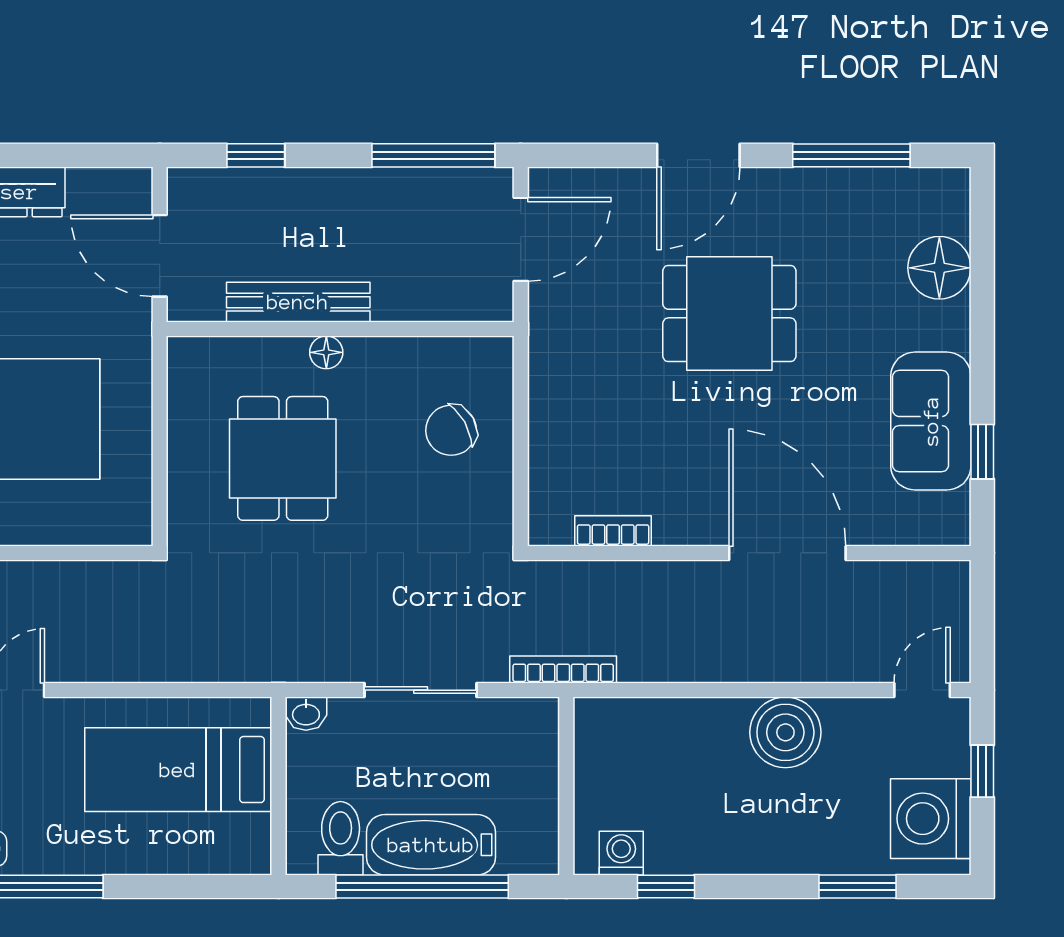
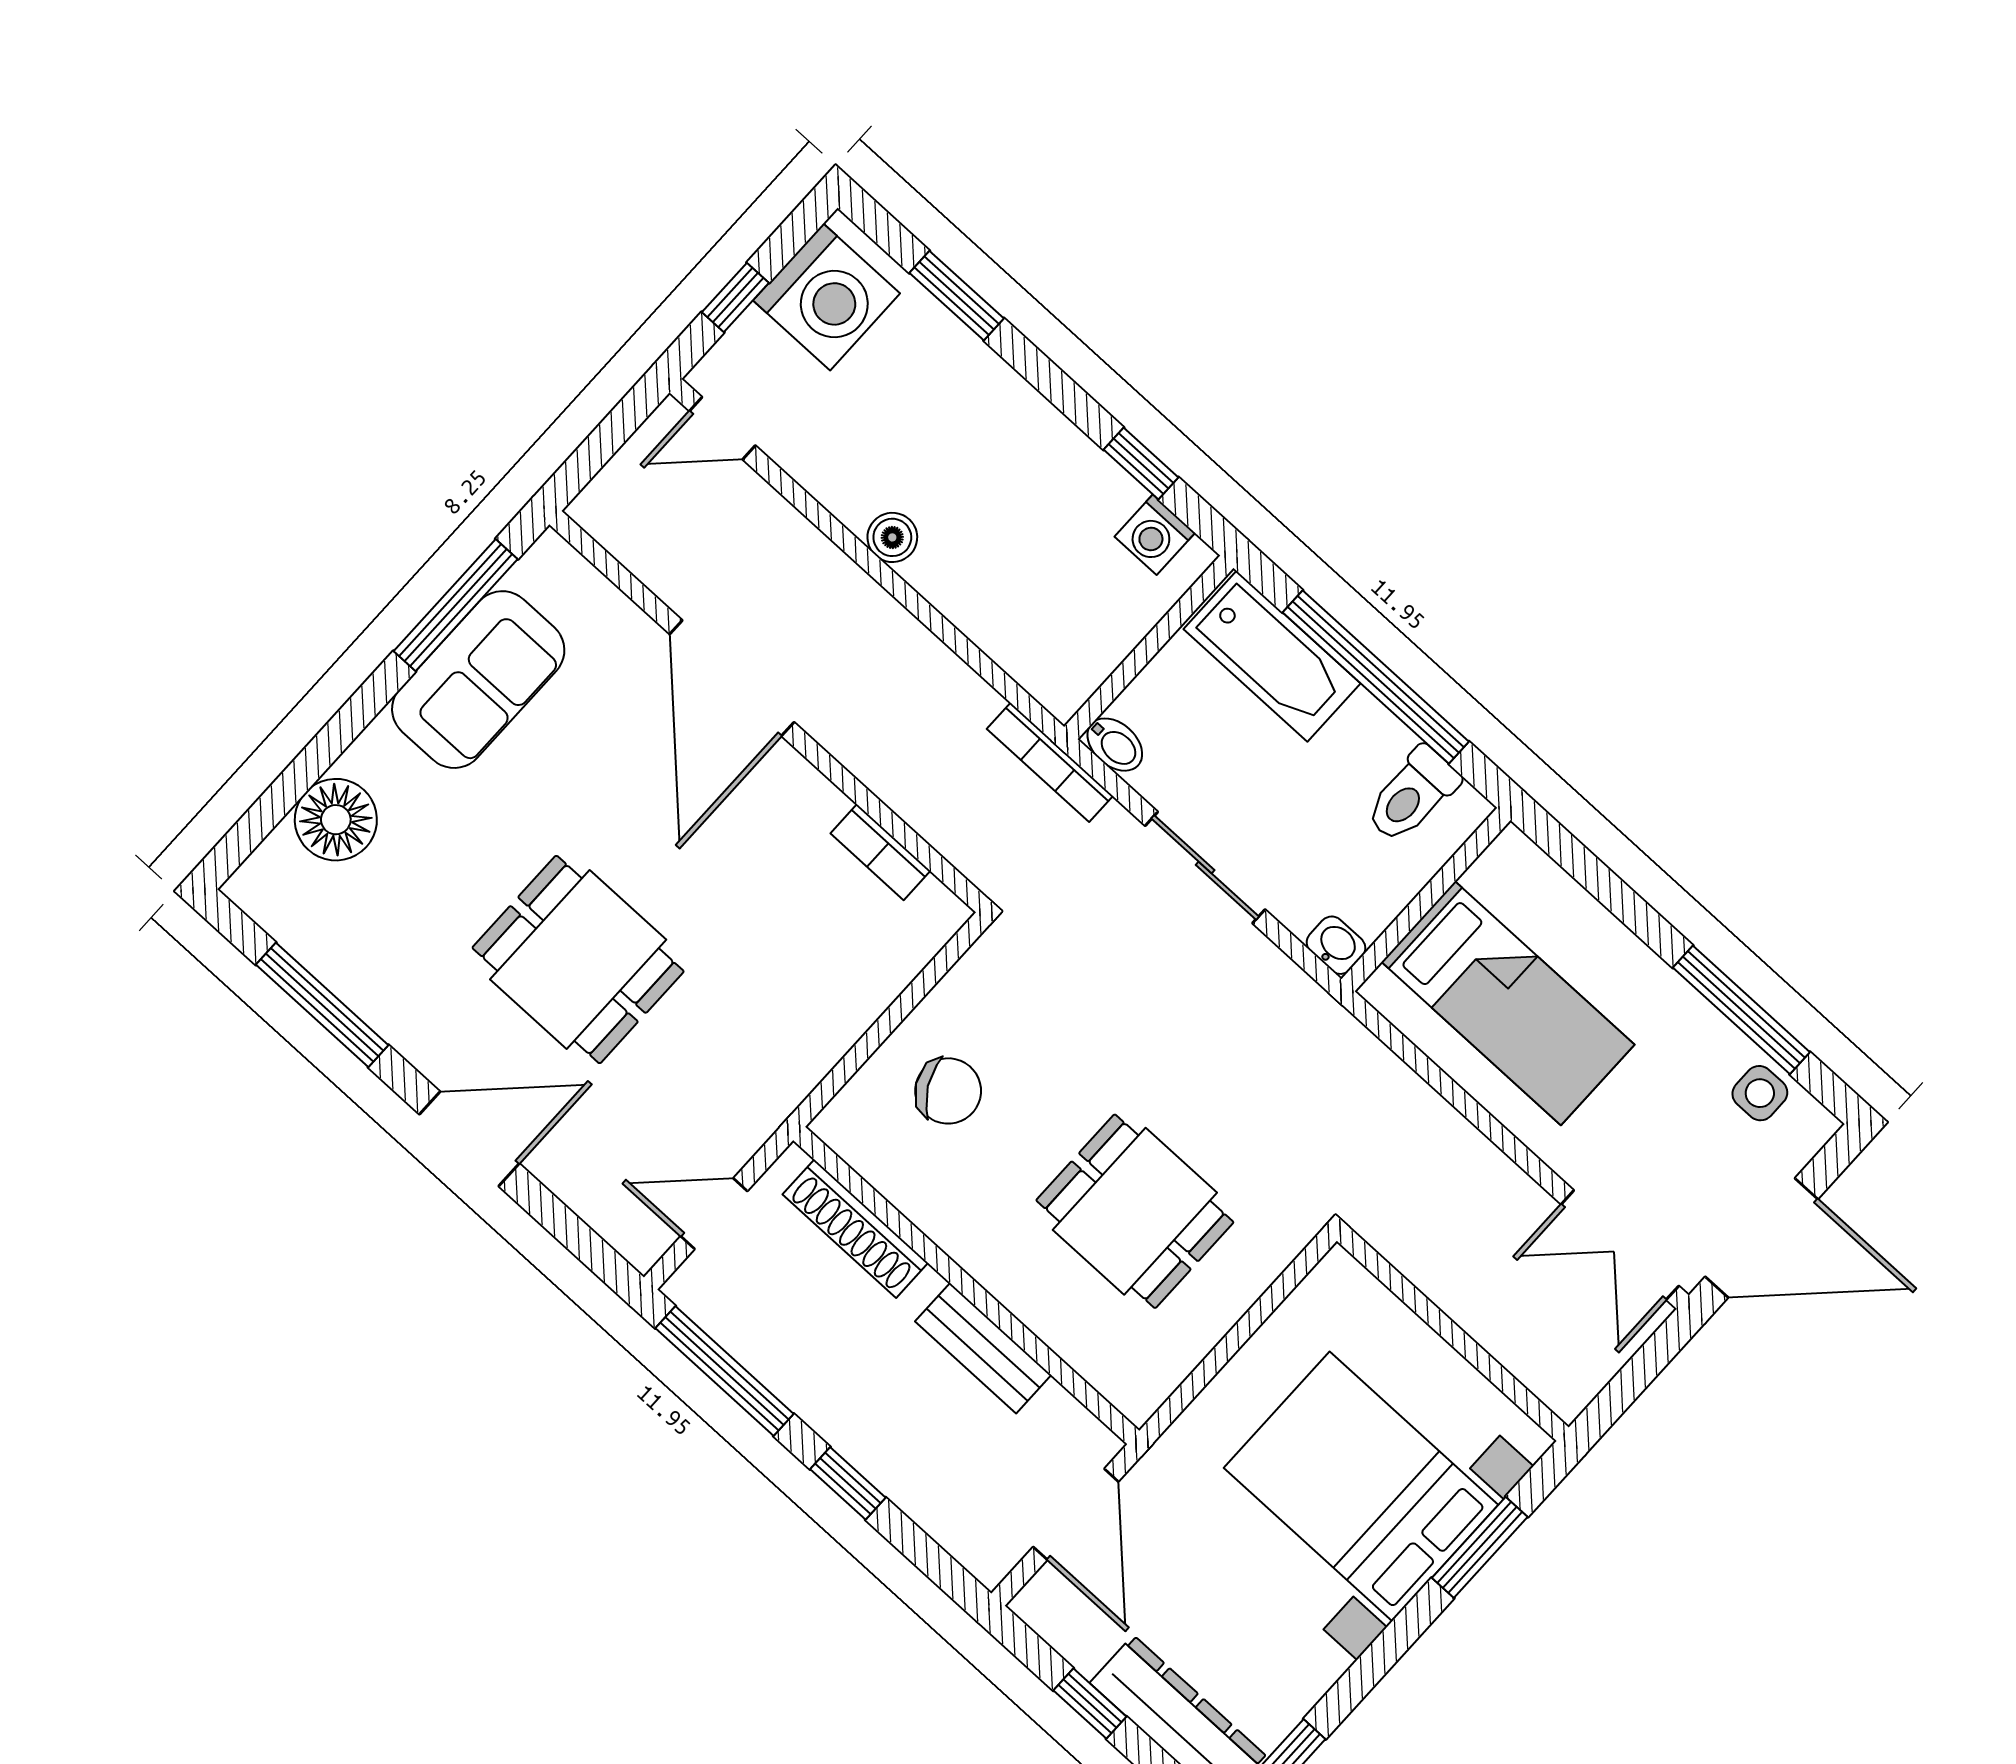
window: (54, 155) -> (1090, 1704), added
window: (256, 155) -> (848, 1483), moved
door: (521, 239) -> (714, 1214), width x0.73
bench: (298, 302) -> (983, 1348), width x0.73
shoe rack: (433, 304) -> (855, 1229), added
floor lamp: (326, 352) -> (1000, 1275), removed
window: (982, 452) -> (456, 605), width x2.17
dining table: (283, 458) -> (1135, 1211), turned 90
bidet: (535, 713) -> (1115, 745), added
boiler: (785, 732) -> (892, 537), width x0.54, depth x0.54
bathtub: (431, 845) -> (1272, 656), moved

